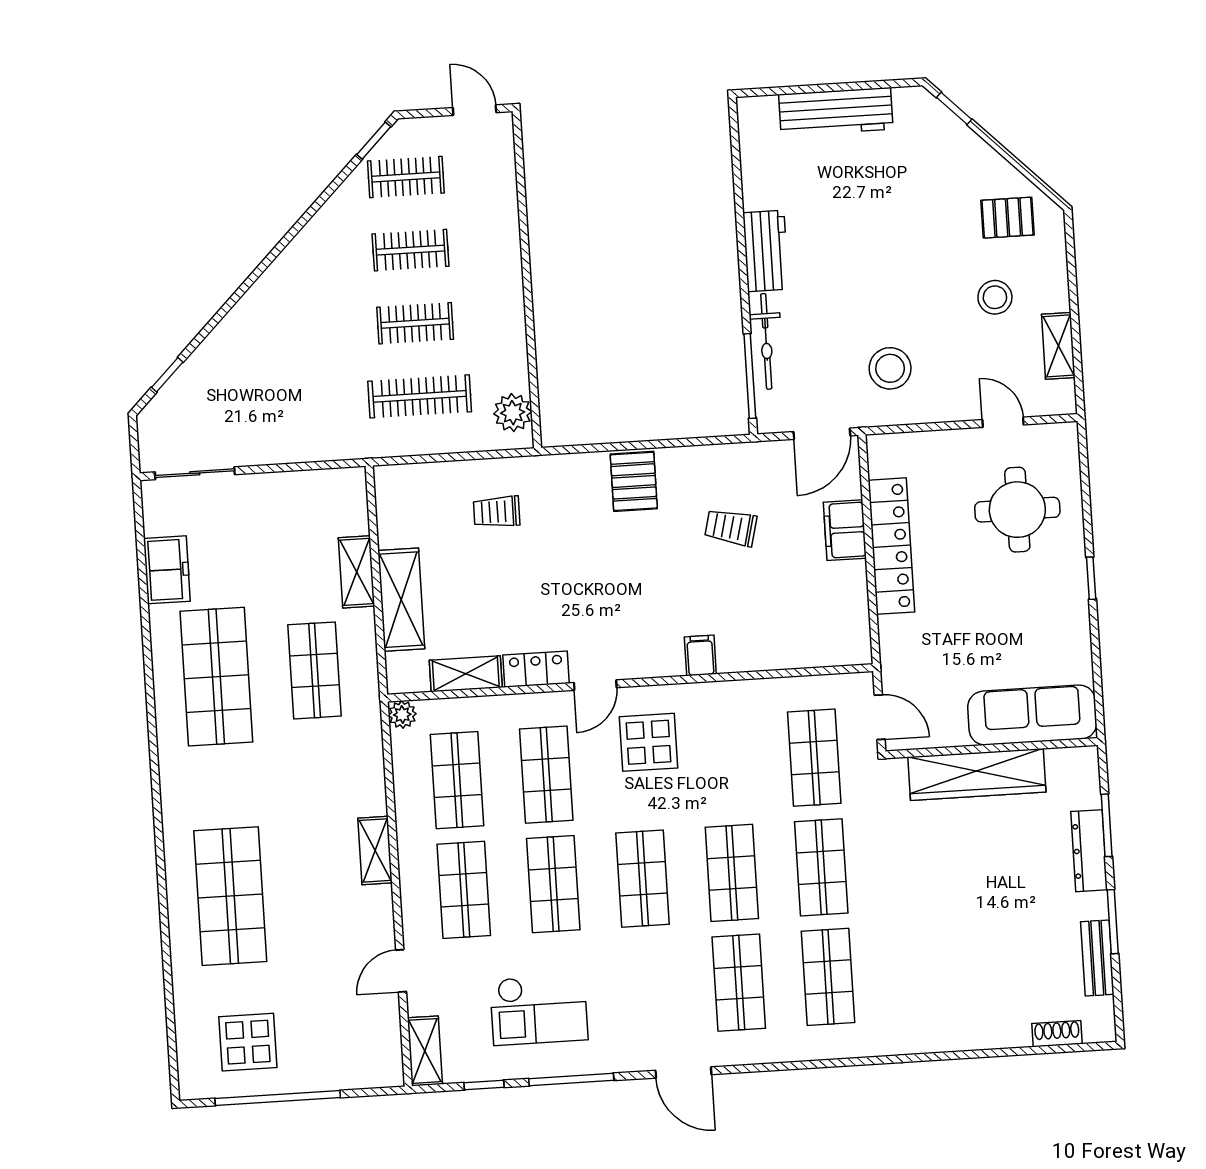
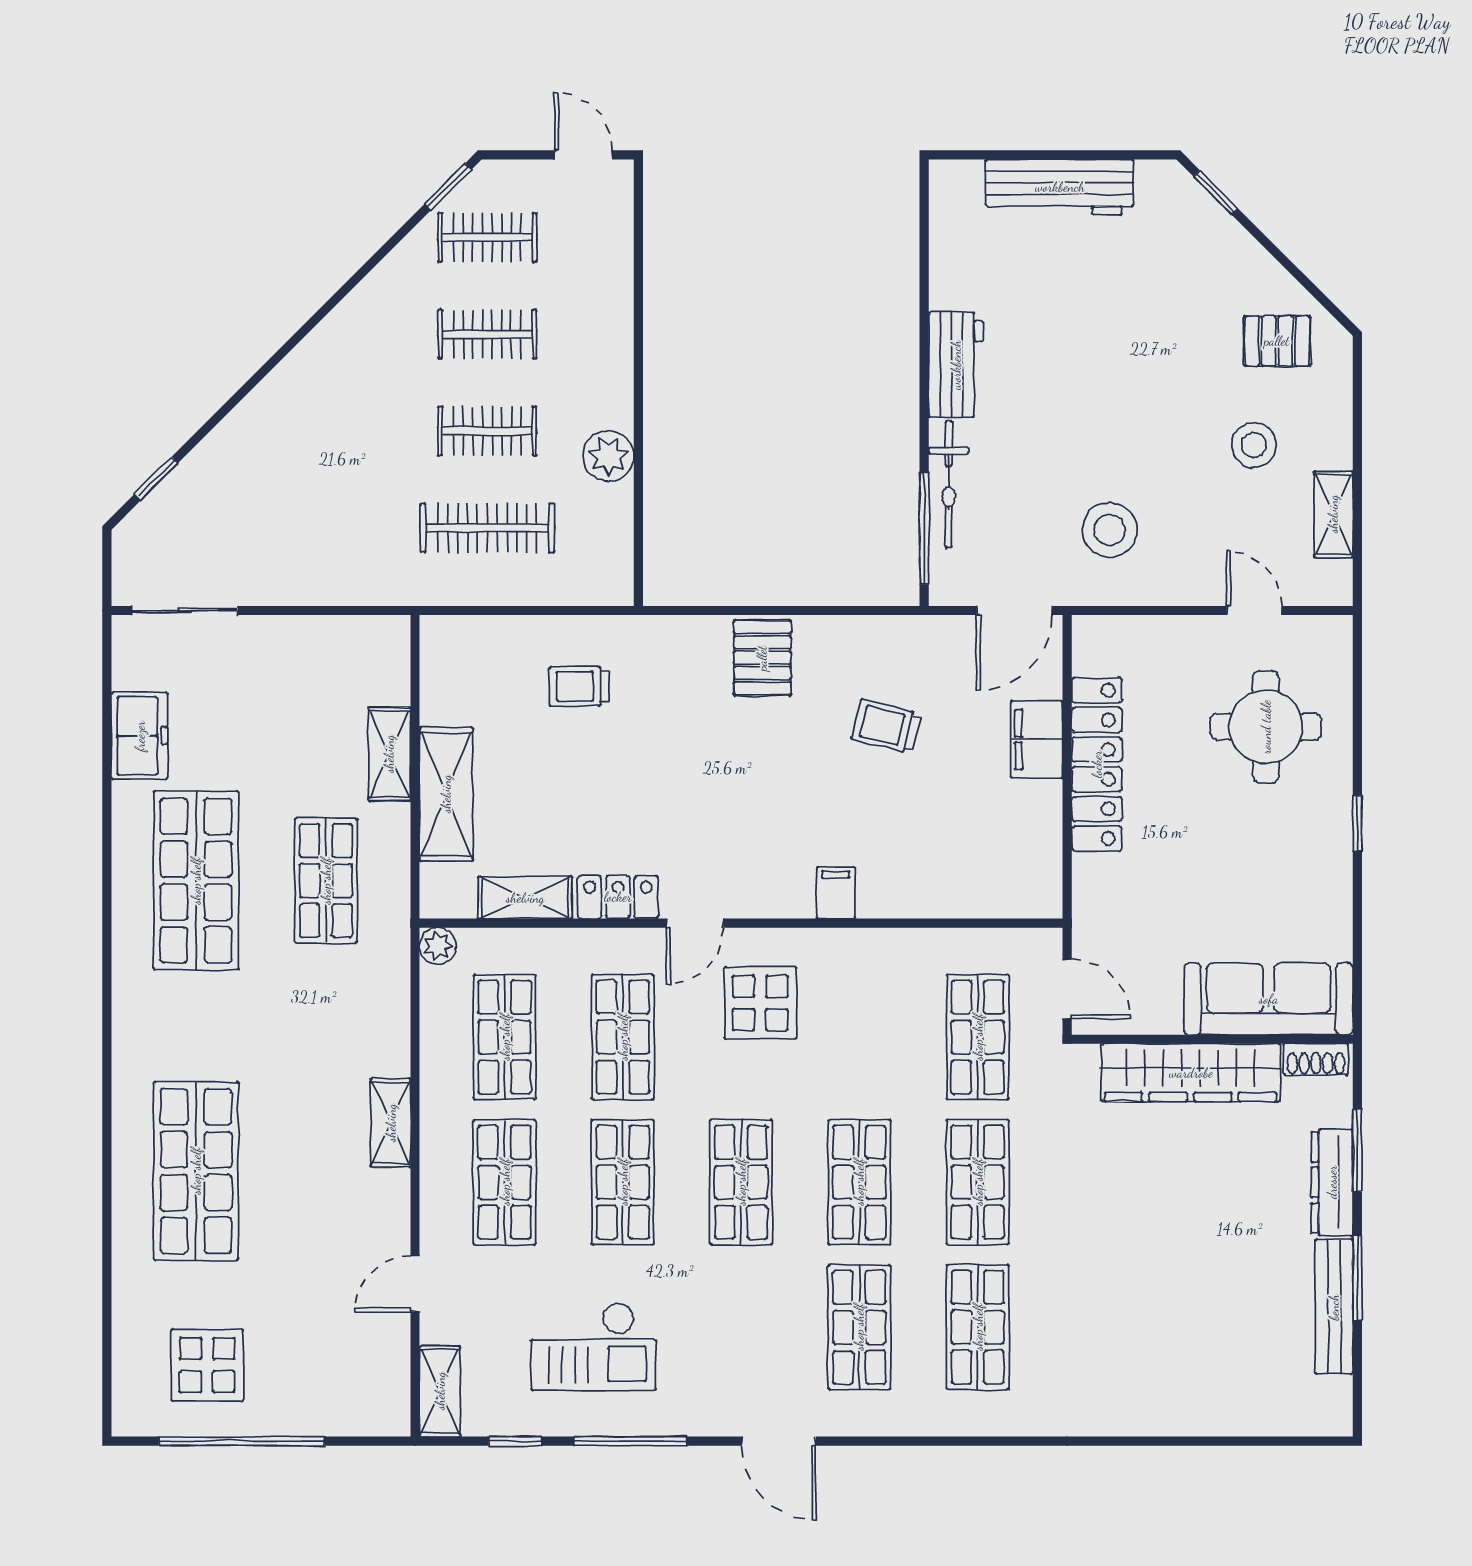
plant: (513, 413) -> (609, 456), moved
bench: (1097, 958) -> (1334, 1307), width x1.36
shoe rack: (1057, 1034) -> (1316, 1059), moved, turned 180

